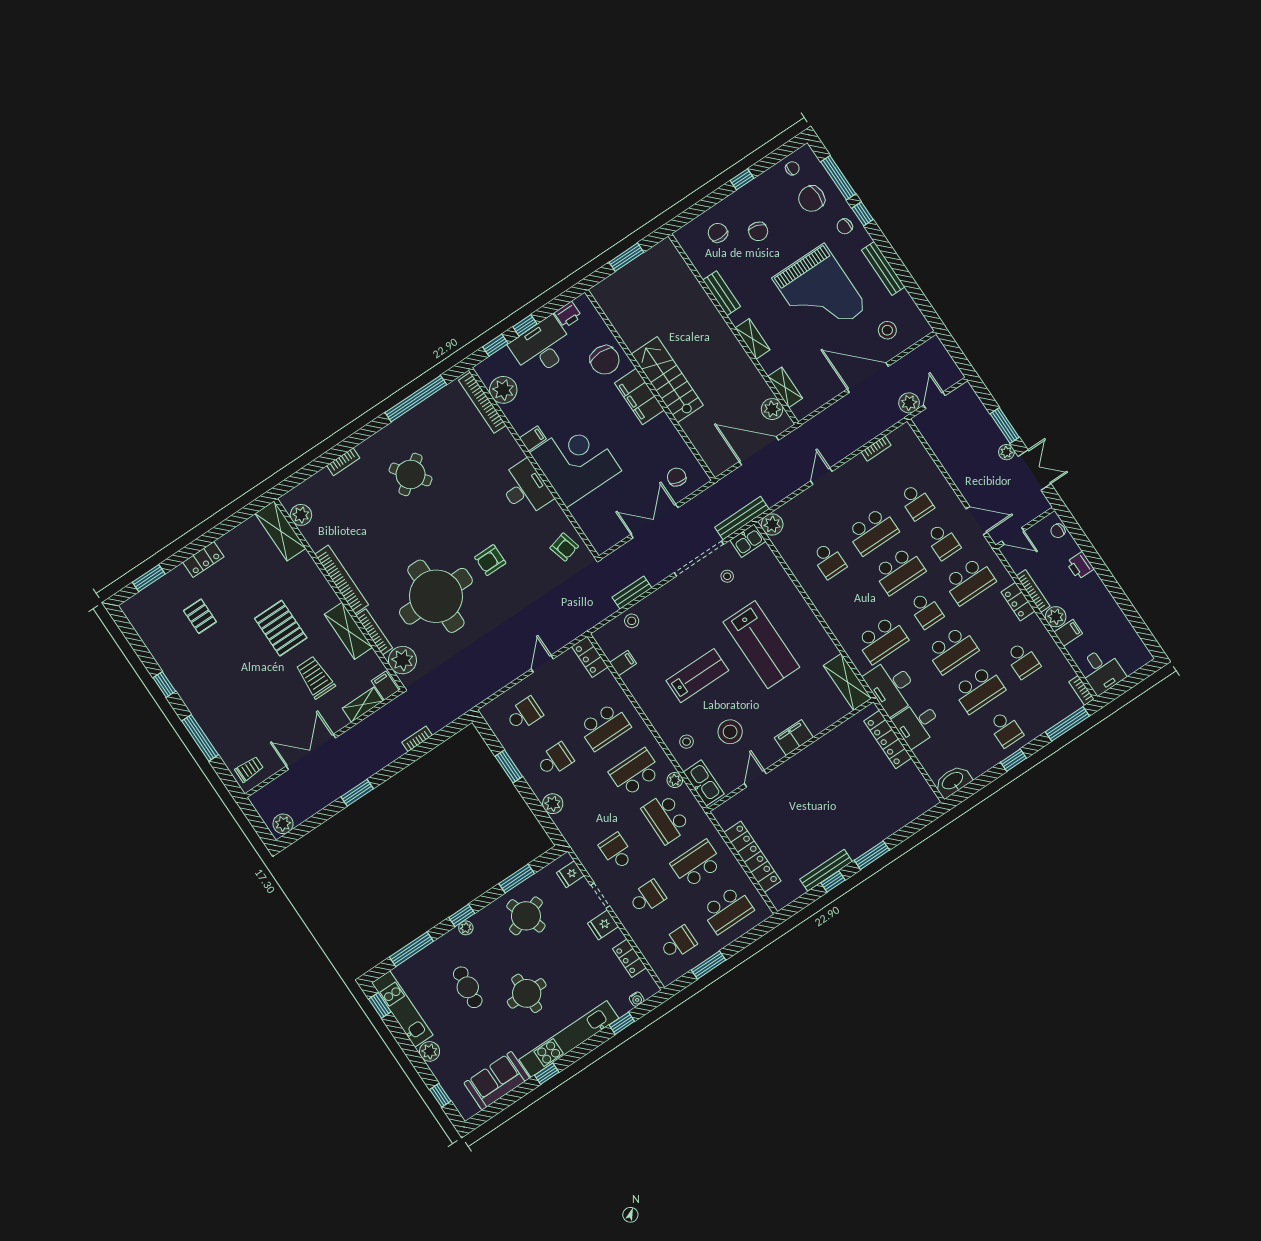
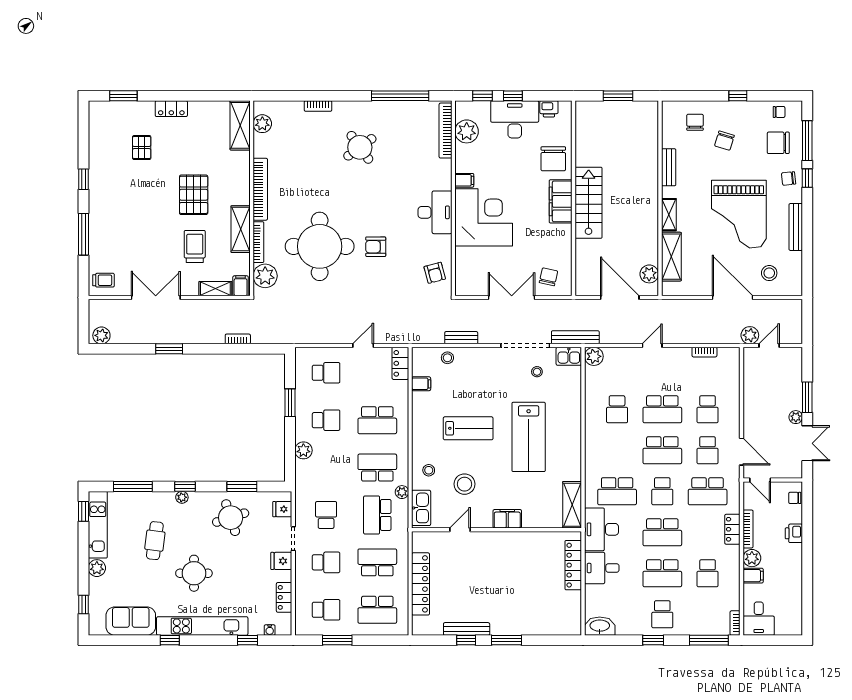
shelving: (785, 387) -> (671, 257), width x1.50, depth x1.33

